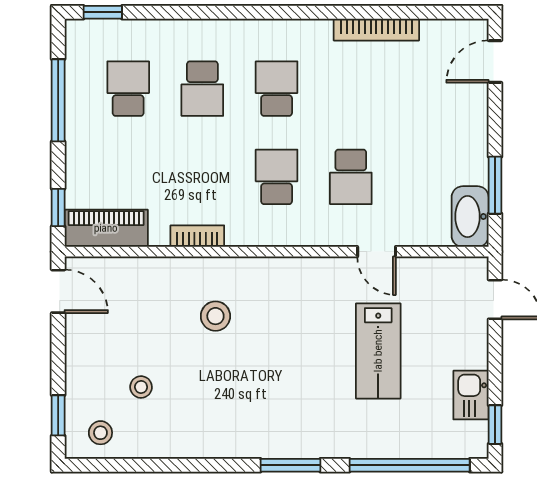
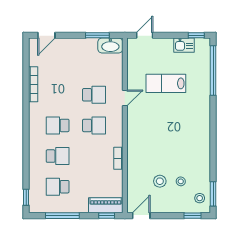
door: (495, 61) -> (46, 35), hinge flipped
school desk: (277, 177) -> (94, 125), turned 180
piano: (106, 228) -> (106, 205), moved, turned 90
door: (377, 252) -> (125, 98), moved
stool: (215, 316) -> (160, 181), moved
lab bench: (378, 351) -> (166, 83), turned 180
window: (290, 465) -> (213, 194), moved

